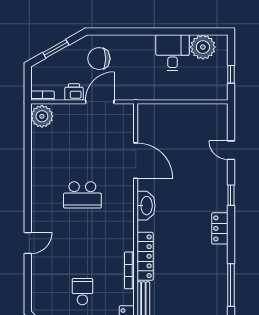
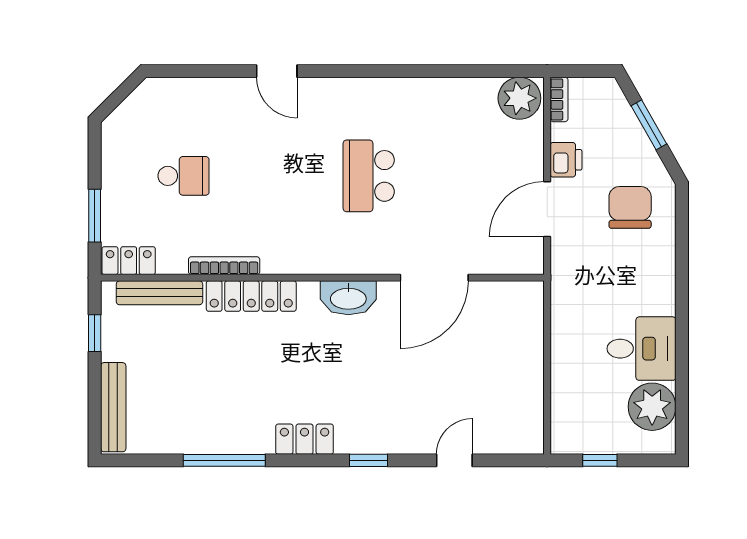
door: (100, 102) -> (547, 209), swing flipped
window: (231, 285) -> (224, 460), moved

